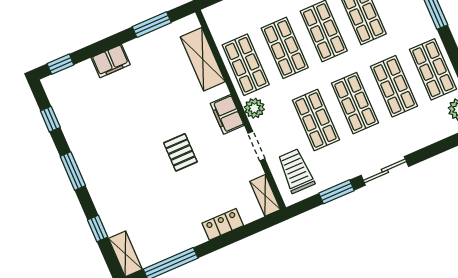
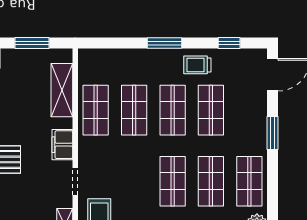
plant: (254, 108) -> (87, 149), removed
shop shelf: (316, 120) -> (134, 181), removed

